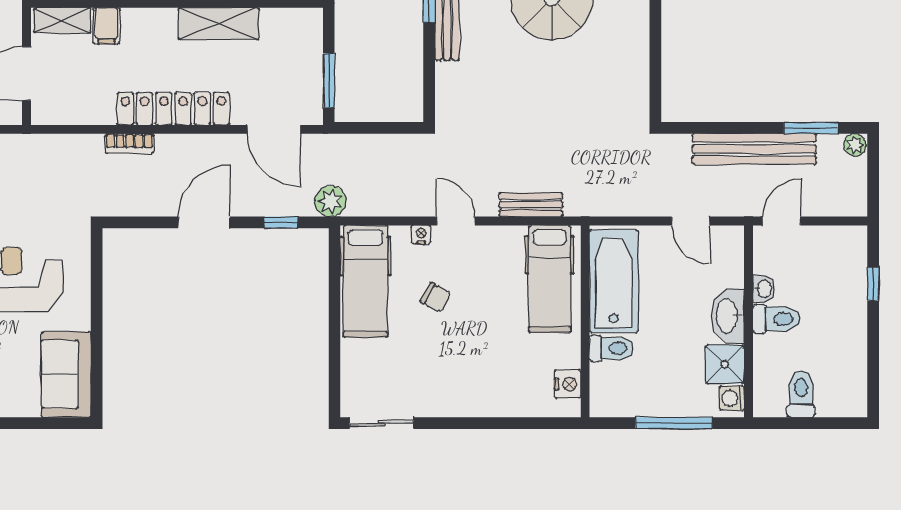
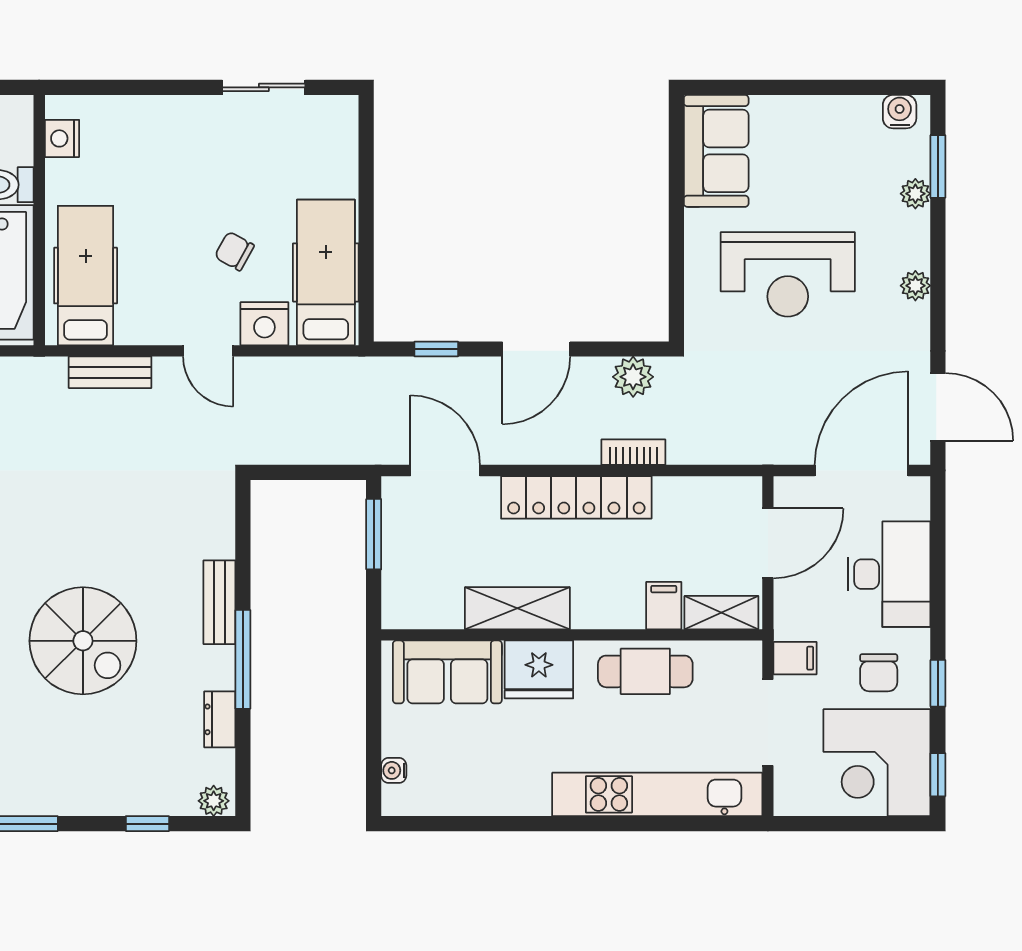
plant: (331, 201) -> (633, 377), moved
nightstand: (421, 235) -> (264, 324), width x1.89, depth x1.79
sliding door: (382, 423) -> (264, 87), moved

